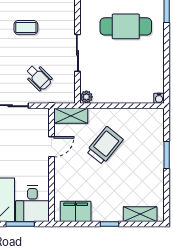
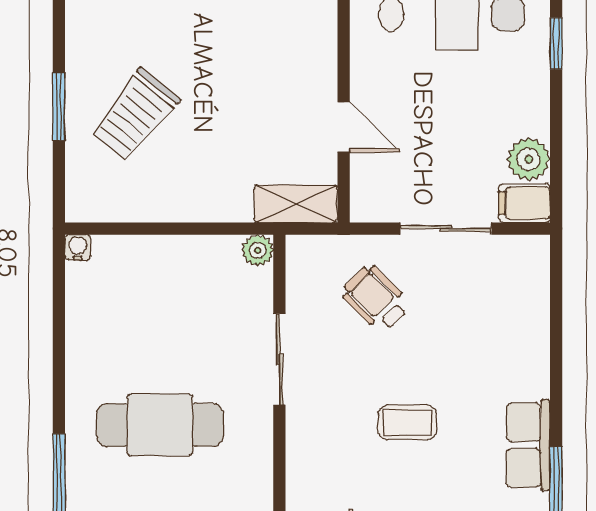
trolley: (105, 145) -> (135, 115), moved
door: (52, 147) -> (344, 127), swing flipped

